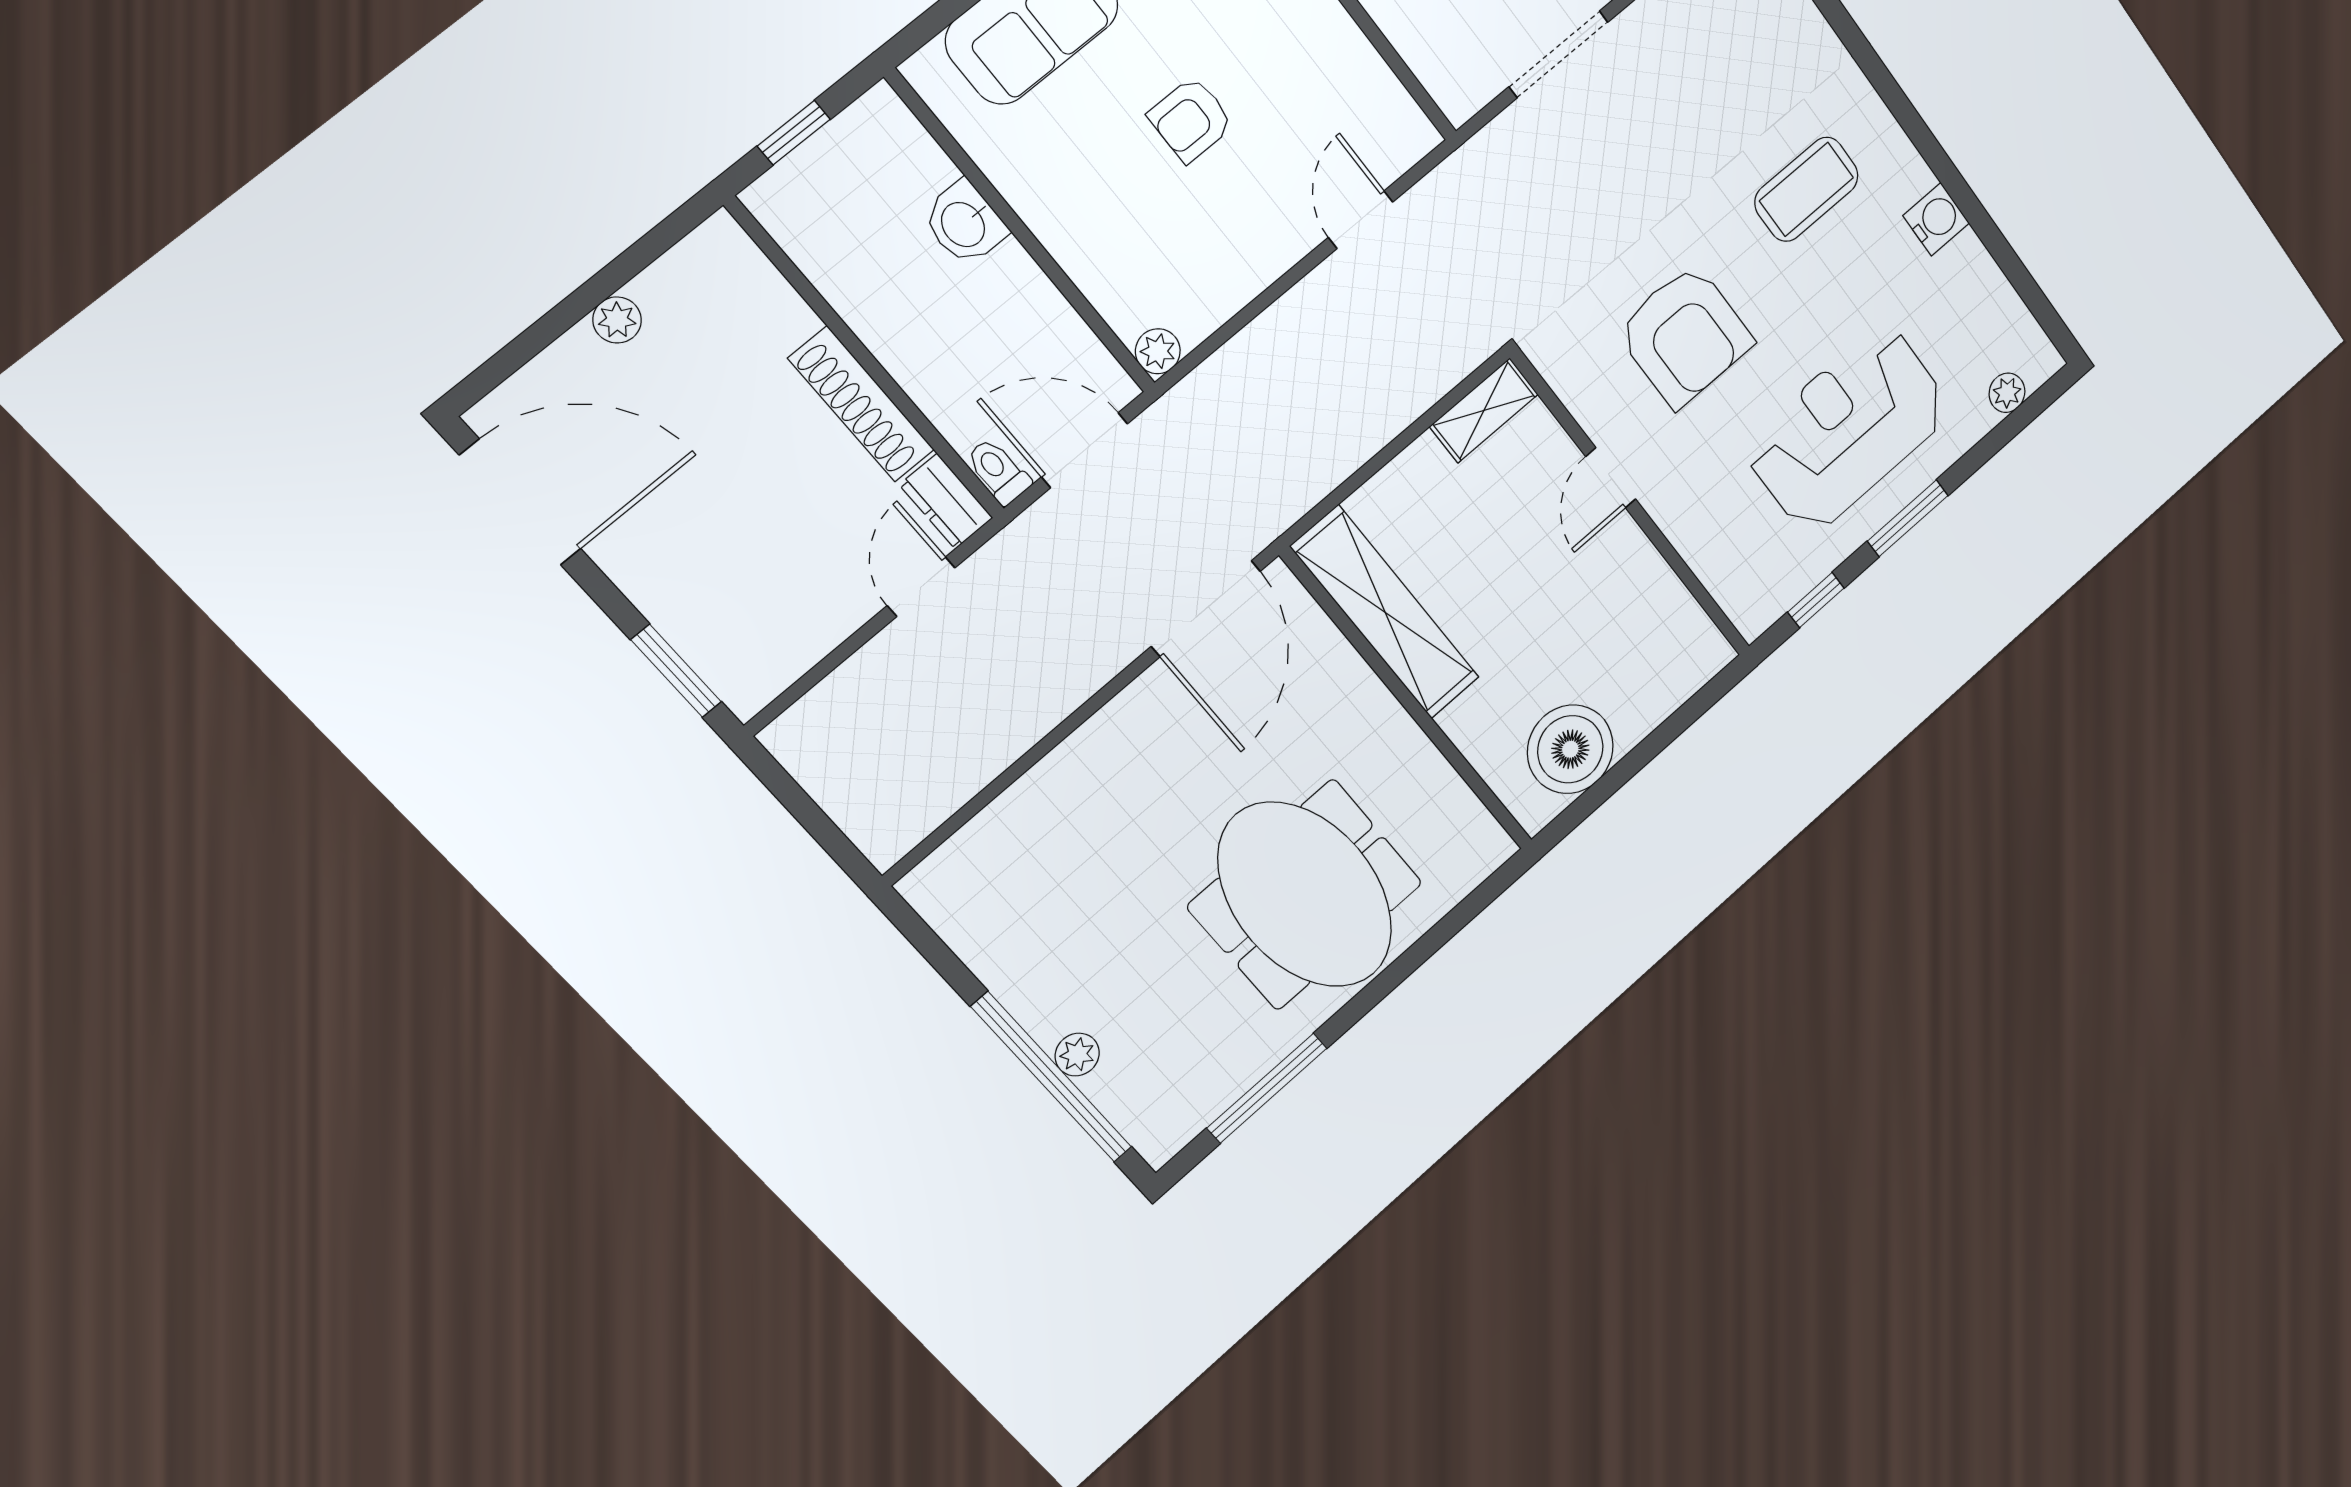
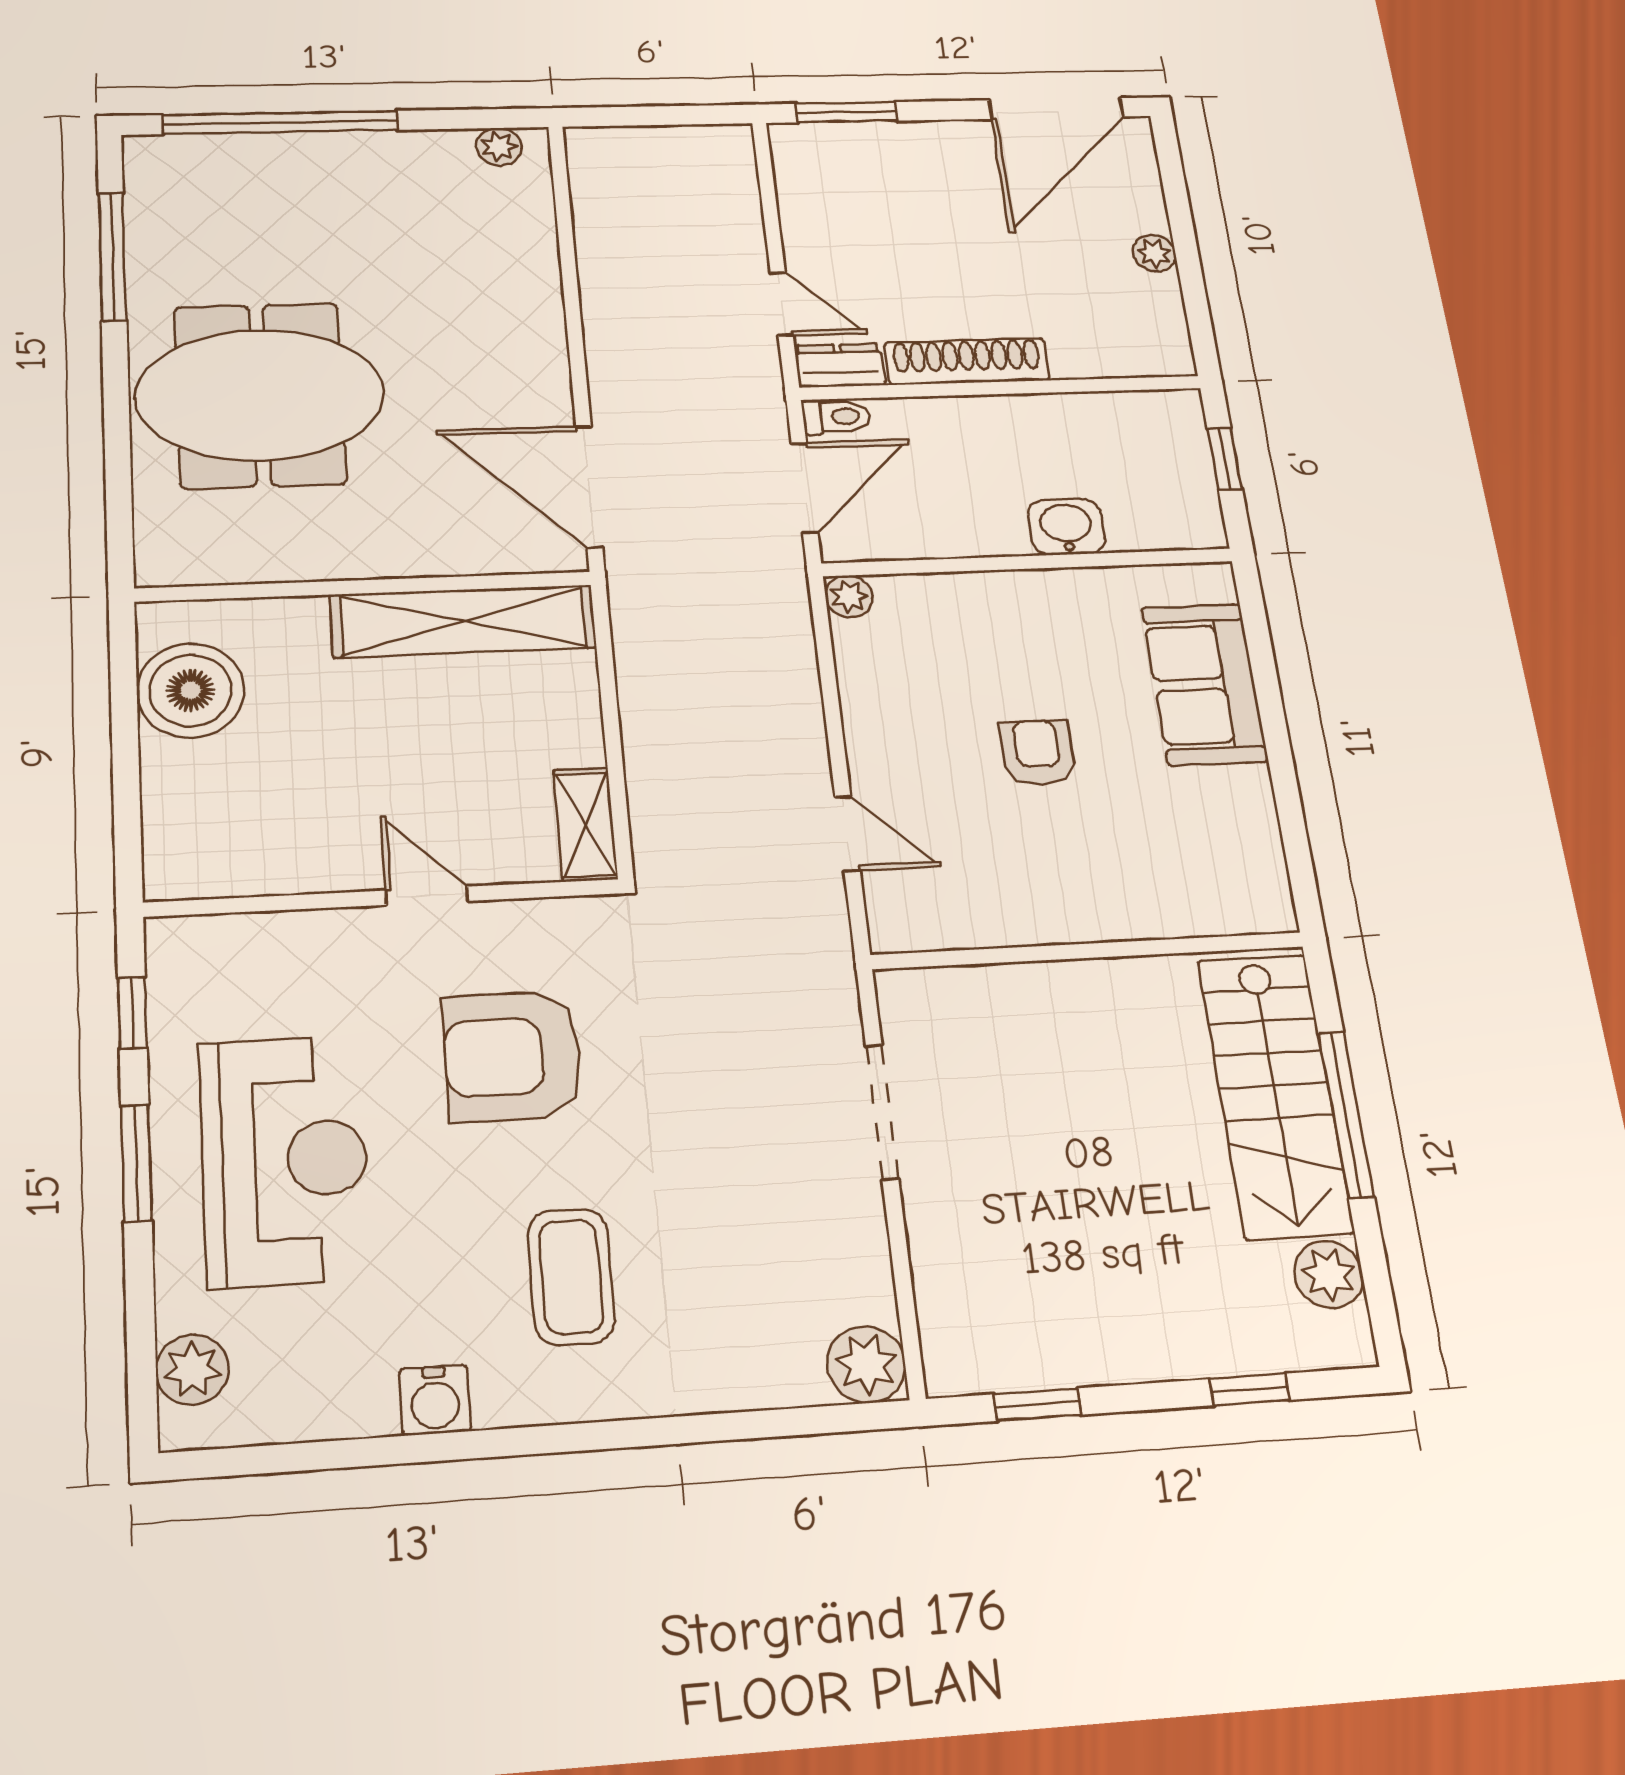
plant: (2007, 393) -> (192, 1370), width x1.38, depth x1.38
plant: (1077, 1055) -> (499, 147), moved

